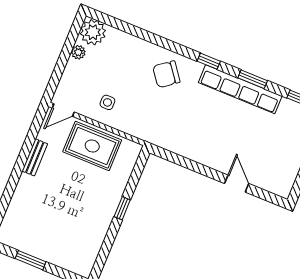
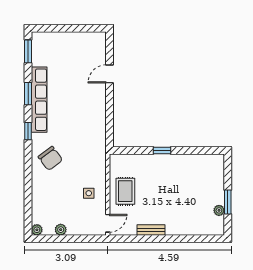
plant: (93, 32) -> (37, 230), width x0.53, depth x0.53
door: (63, 110) -> (108, 223), hinge flipped
rug: (92, 146) -> (125, 191), width x0.73, depth x0.70
plant: (25, 246) -> (219, 210), added

